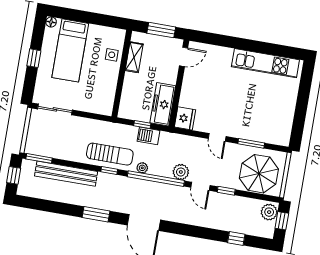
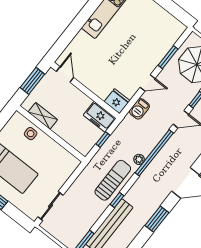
freezer: (163, 104) -> (100, 117), width x0.71
barbecue: (148, 136) -> (139, 109), moved
window: (109, 171) -> (117, 200), moved
plant: (181, 172) -> (160, 129), removed

